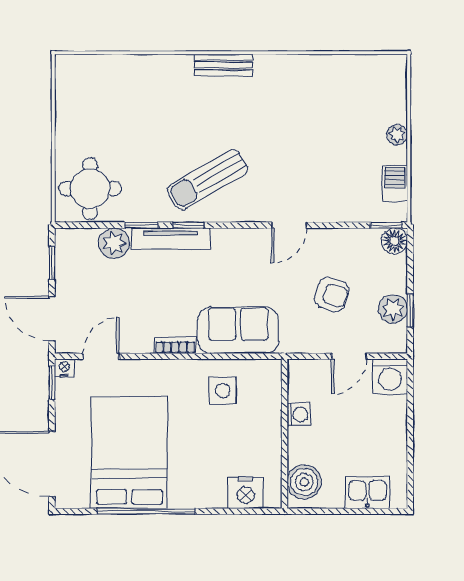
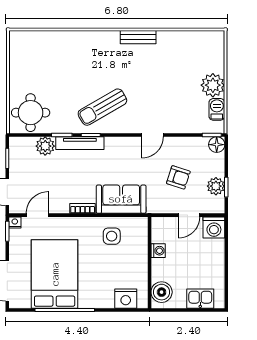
bench: (223, 65) -> (138, 37), moved
plant: (397, 135) -> (213, 85), width x1.88, depth x1.88

